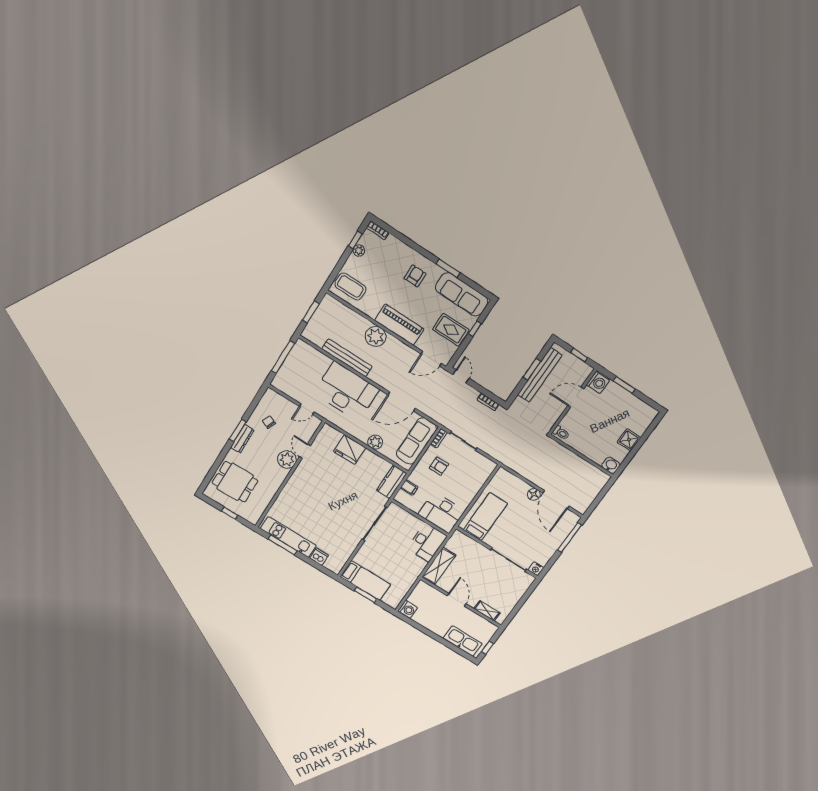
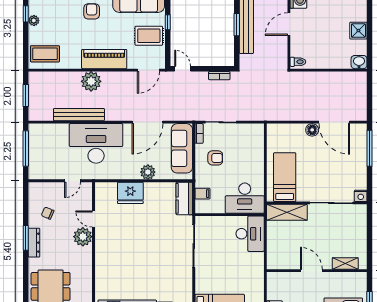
shelving: (439, 566) -> (287, 212), moved, turned 90

